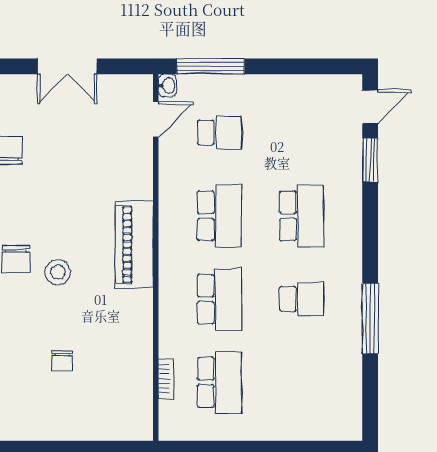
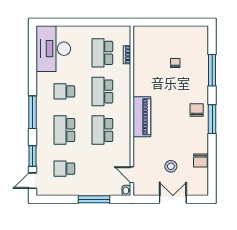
window: (211, 66) -> (94, 199), moved
door: (156, 119) -> (132, 175), hinge flipped
school desk: (219, 133) -> (64, 169), moved
stool: (58, 272) -> (171, 166), moved
window: (370, 319) -> (32, 112), moved
desk: (325, 391) -> (53, 49), added

